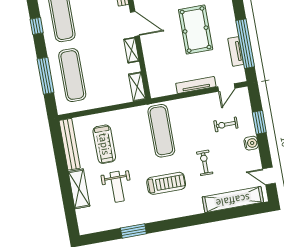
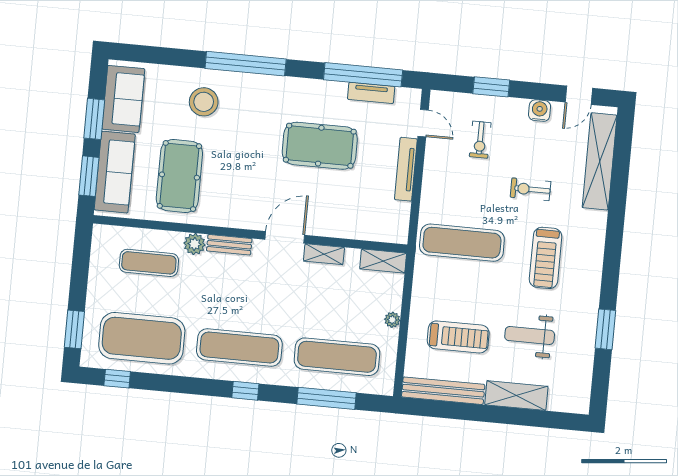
plant: (104, 102) -> (392, 320), added
water cooler: (251, 143) -> (540, 111), moved
treadmill: (166, 183) -> (546, 258), turned 180
weight bench: (117, 187) -> (530, 335), turned 180

